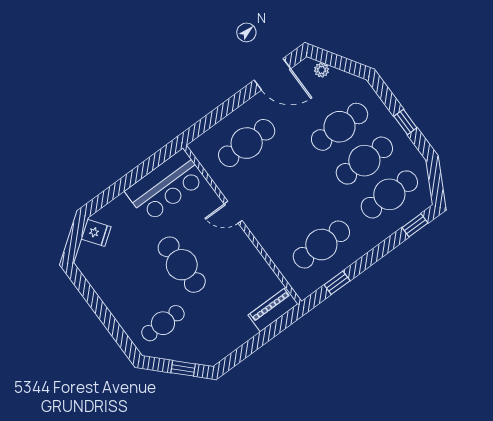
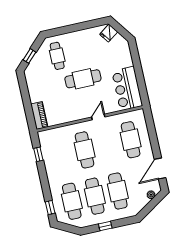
fridge: (96, 233) -> (109, 33), moved
cafe table: (321, 245) -> (85, 150), moved

